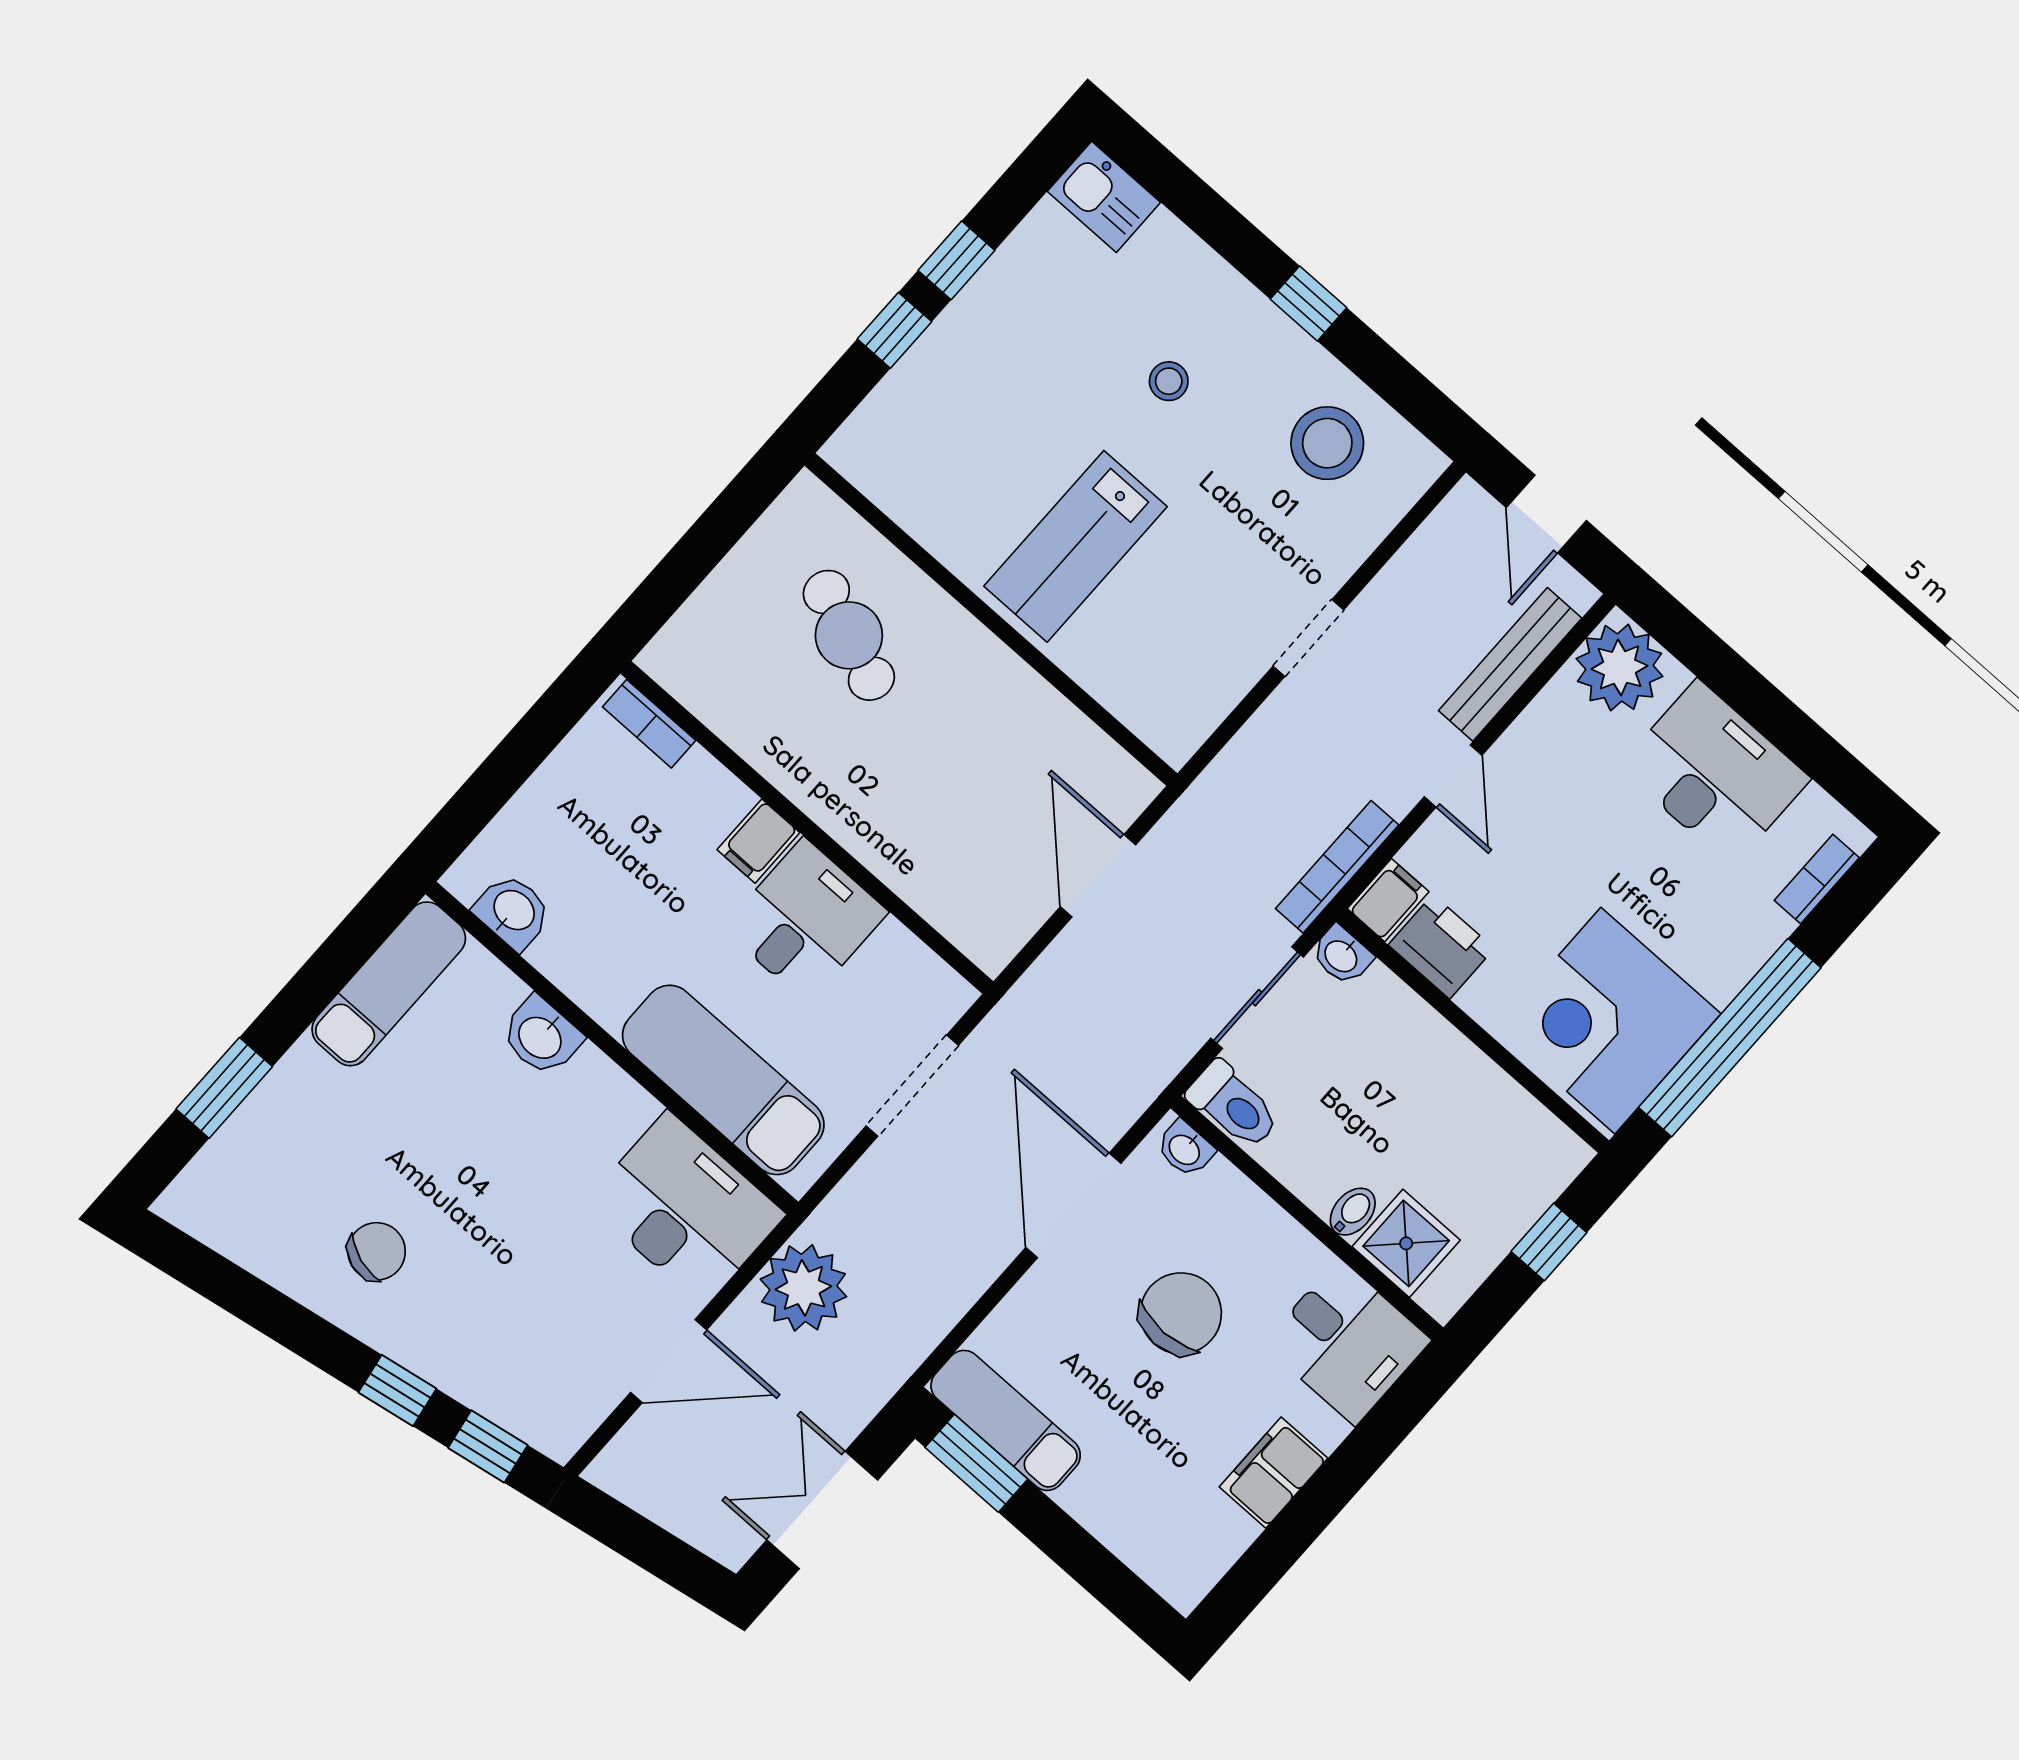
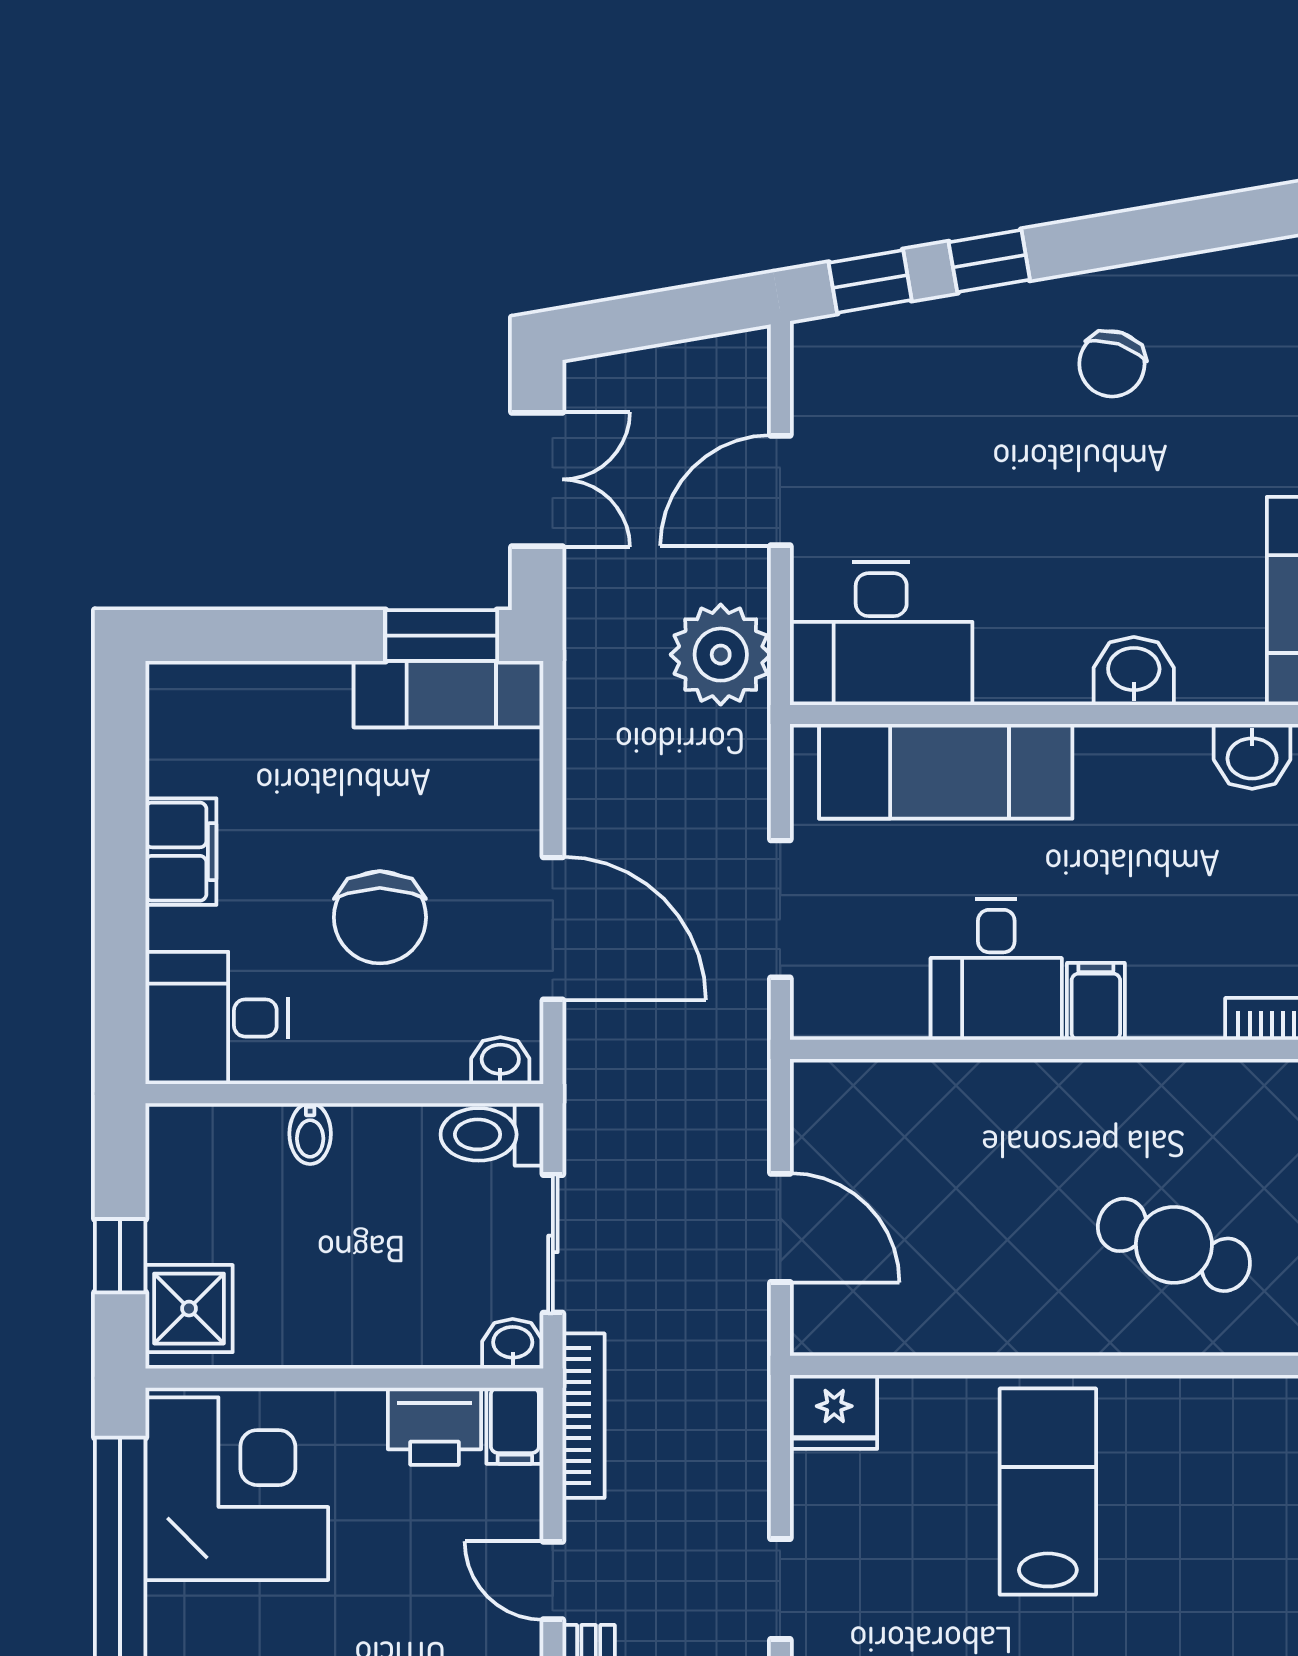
fridge: (1170, 723) -> (834, 1412), added
shower: (1406, 1243) -> (189, 1309), moved

